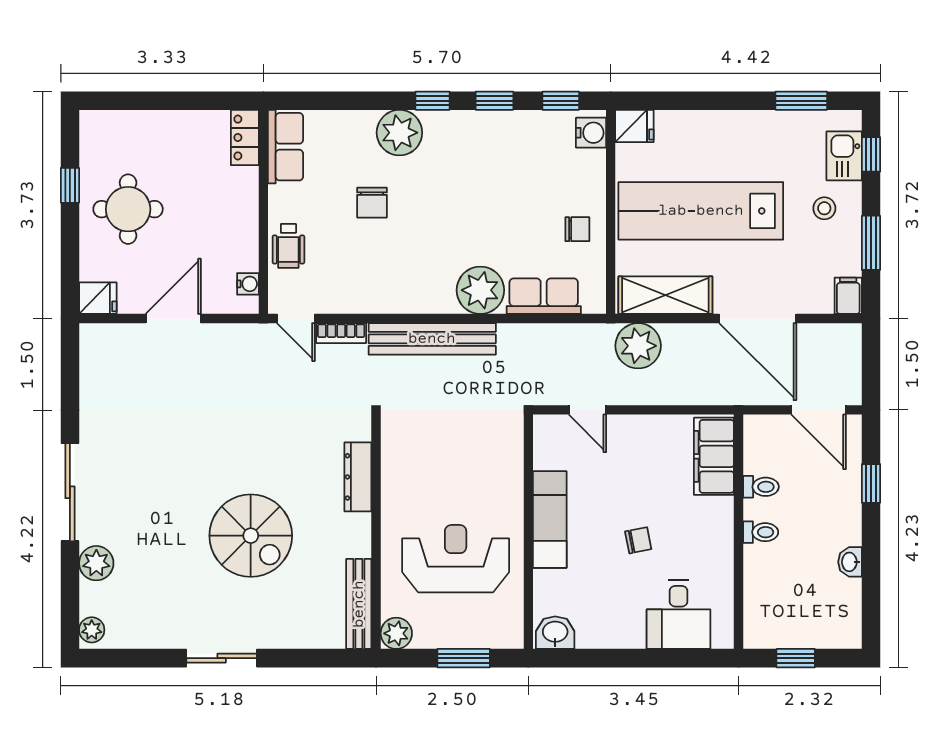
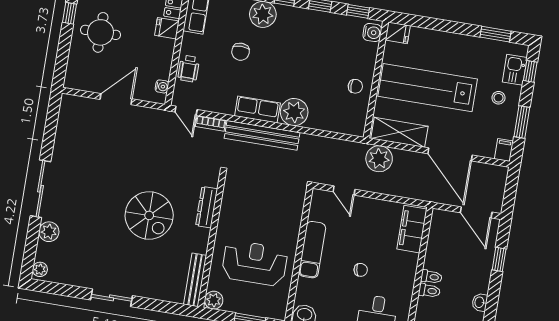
row of seats: (544, 296) -> (257, 109), moved
fridge: (98, 298) -> (167, 28), moved, turned 180
toilet: (761, 487) -> (429, 291), moved
spiral stairs: (251, 536) -> (149, 215), moved

